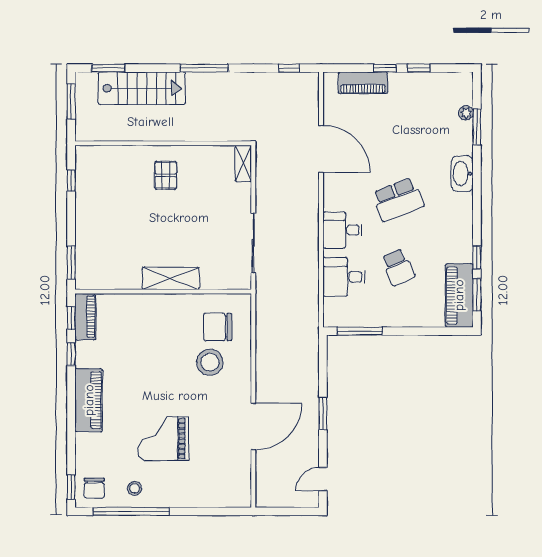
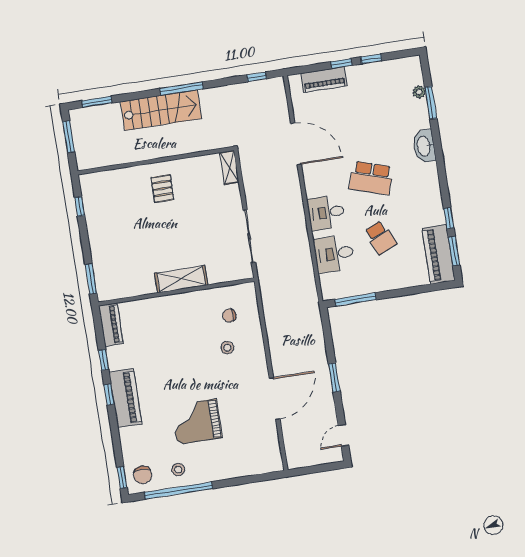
stairs: (142, 88) -> (161, 110), moved
school desk: (398, 200) -> (371, 178), turned 39
window: (71, 318) -> (109, 394), moved
chair: (218, 327) -> (229, 315), width x0.54, depth x0.54
stool: (210, 362) -> (227, 348), width x0.53, depth x0.53

